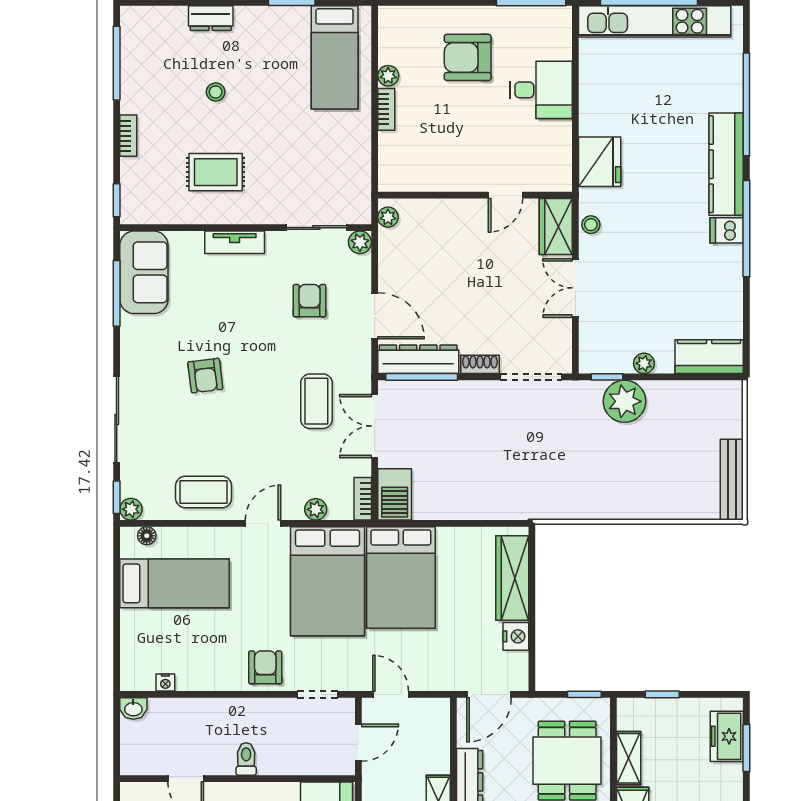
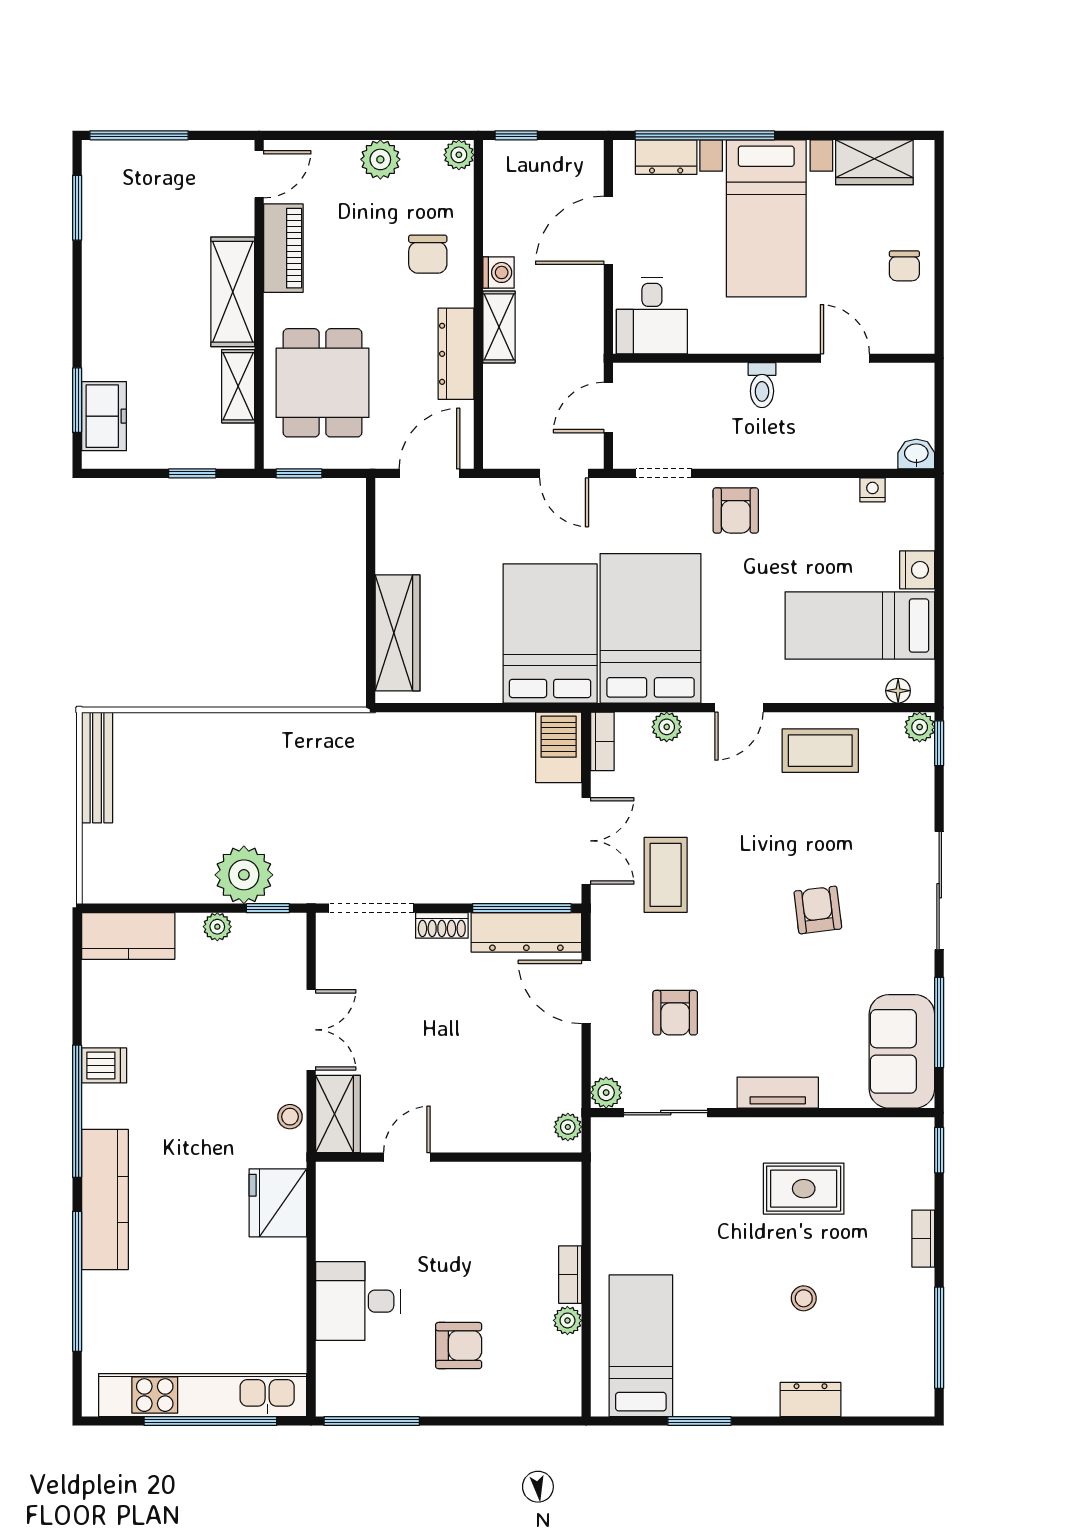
armchair: (468, 57) -> (459, 1346), width x0.72, depth x0.72
dishwasher: (727, 230) -> (104, 1065), moved
sliding door: (117, 419) -> (939, 891), moved
nightstand: (516, 636) -> (917, 570), moved, turned 180

